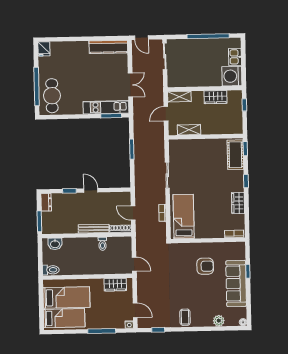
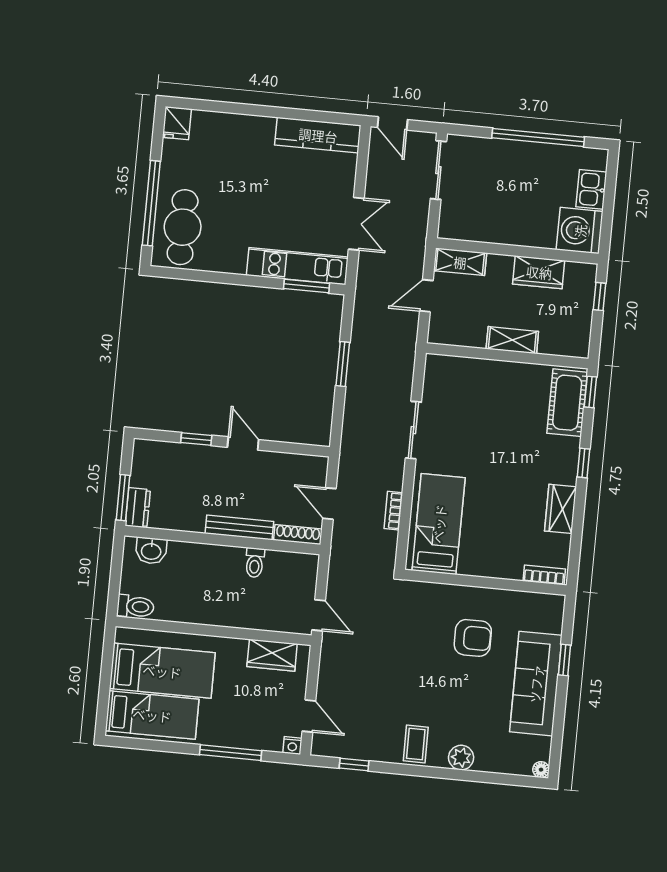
shelving: (189, 130) -> (512, 340), moved
dresser: (46, 202) -> (138, 508), moved
plant: (219, 321) -> (461, 758), moved

